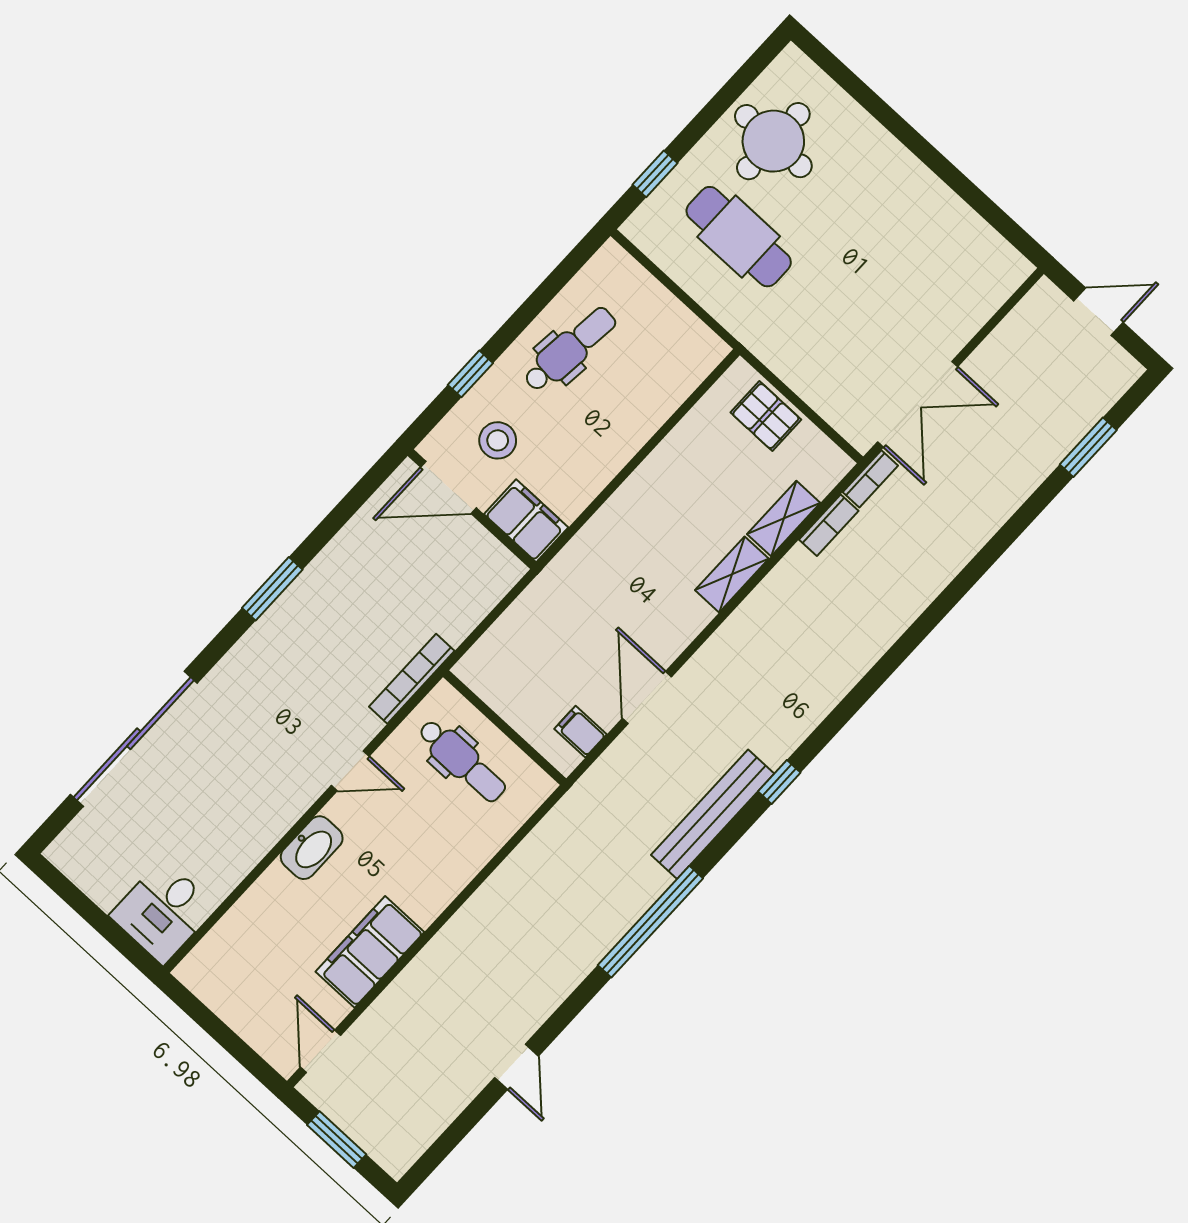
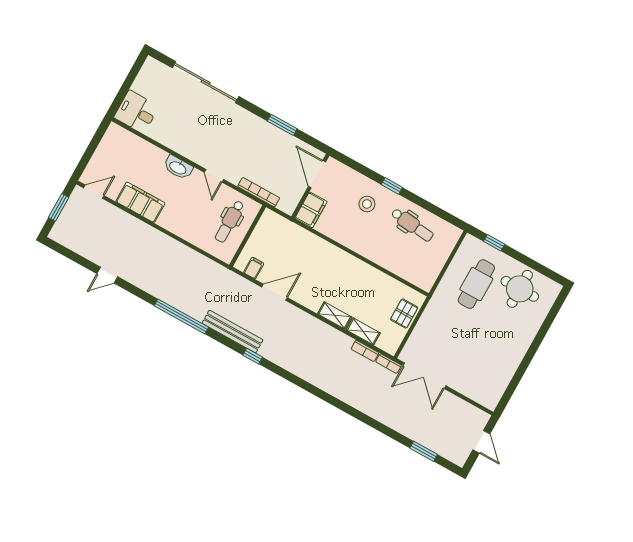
door: (448, 488) -> (317, 174), moved
wall: (472, 509) -> (310, 186), moved
filing cabinet: (526, 521) -> (311, 210), moved

